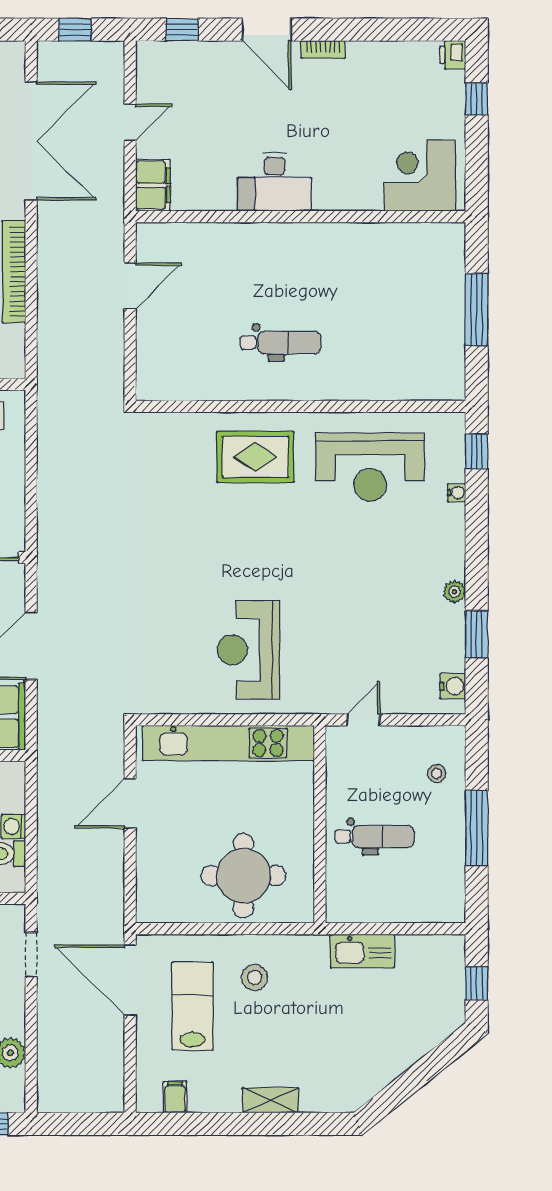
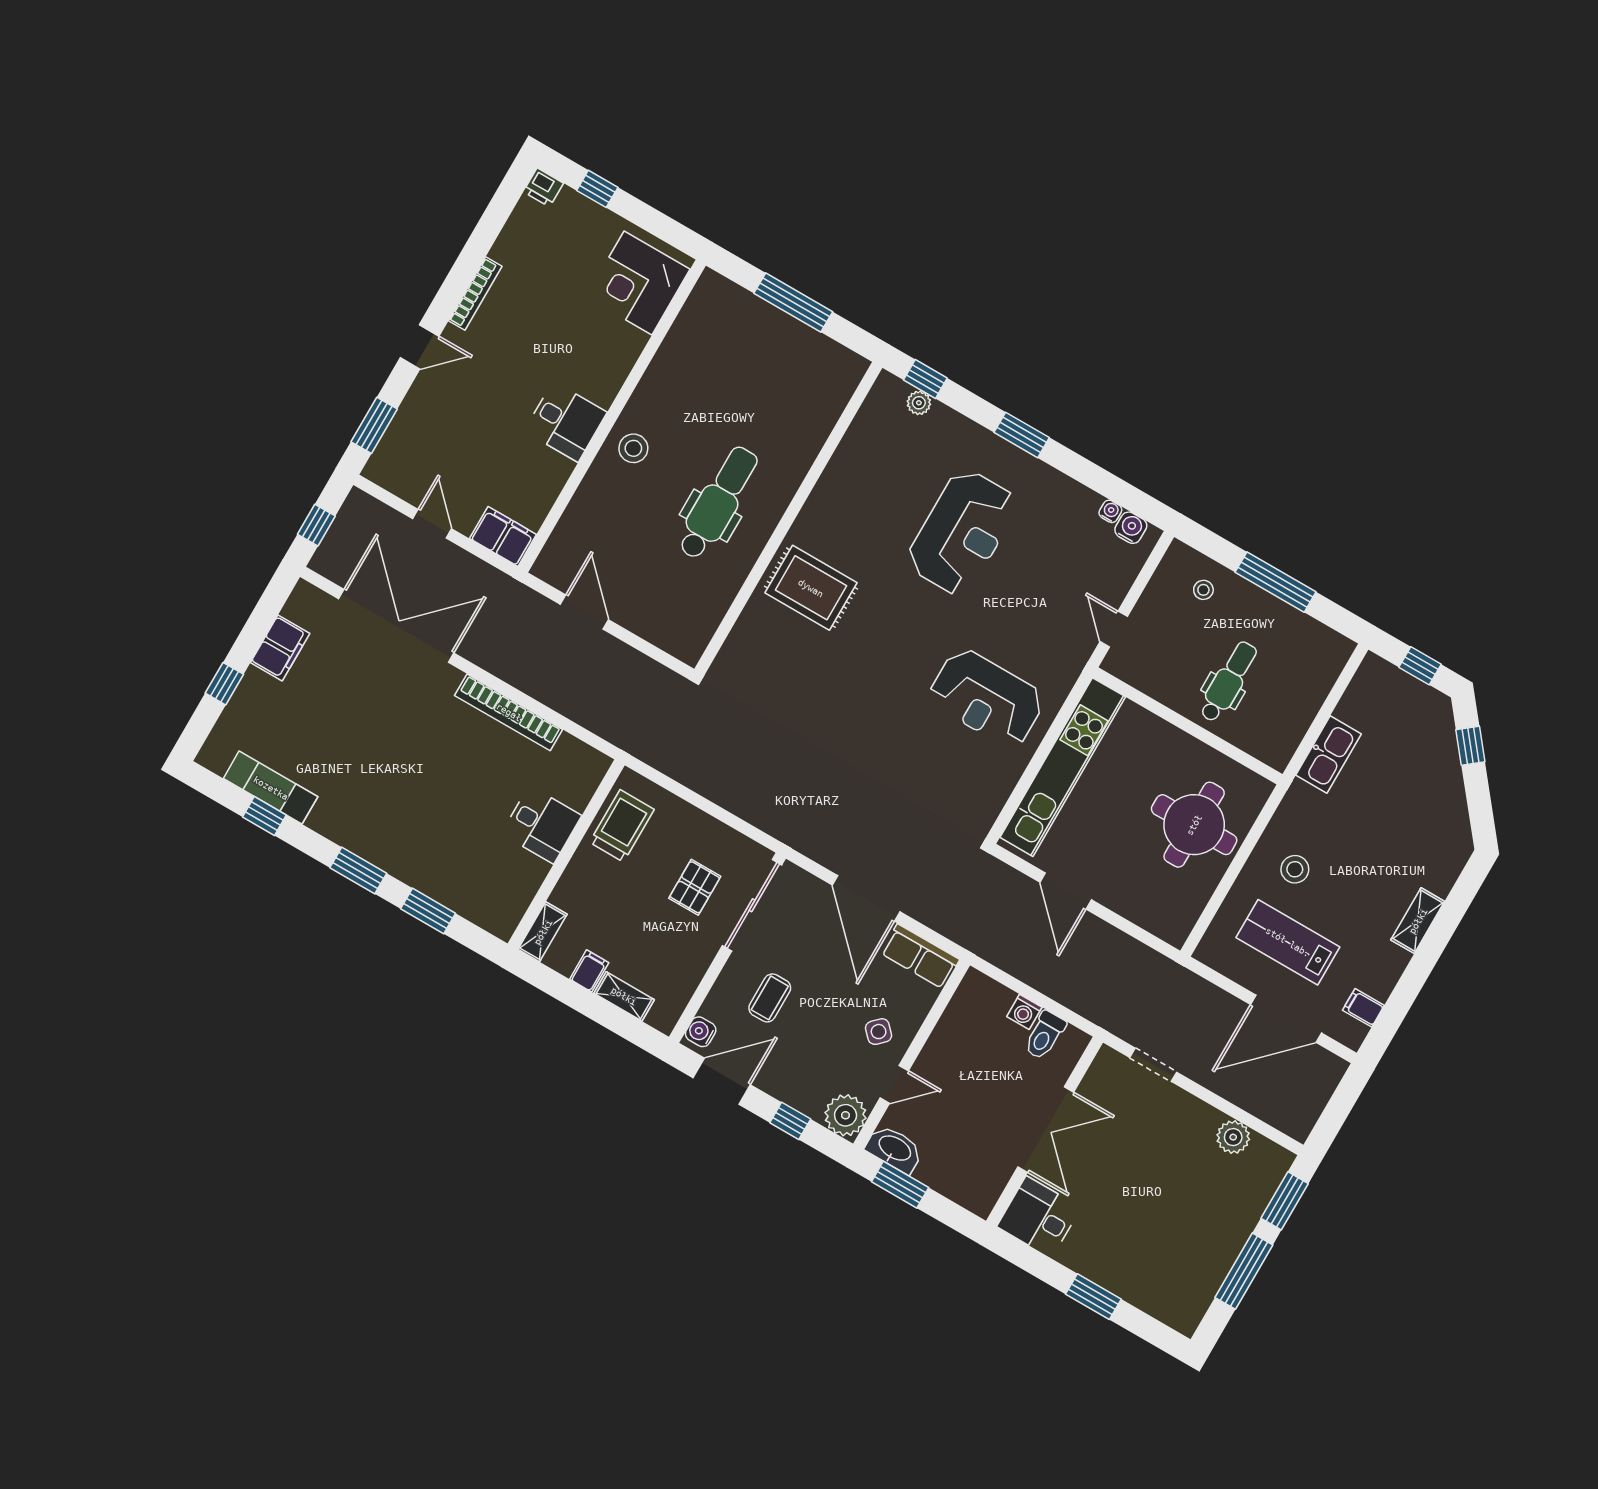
window: (182, 30) -> (374, 425), width x1.50
door: (267, 30) -> (420, 347), width x0.73
bookcase: (323, 49) -> (475, 294), width x1.56
desk: (274, 182) -> (566, 422), width x0.73
stool: (285, 249) -> (633, 448), added
dental chair: (280, 342) -> (718, 503), width x1.36, depth x1.38
rug: (255, 457) -> (811, 588), turned 90
reception desk: (370, 467) -> (962, 532), moved
water cooler: (456, 493) -> (1110, 511), moved
plant: (454, 592) -> (919, 403), moved
window: (477, 634) -> (1022, 435), moved
door: (130, 980) -> (1286, 1019), moved
window: (436, 1061) -> (1470, 746), added

